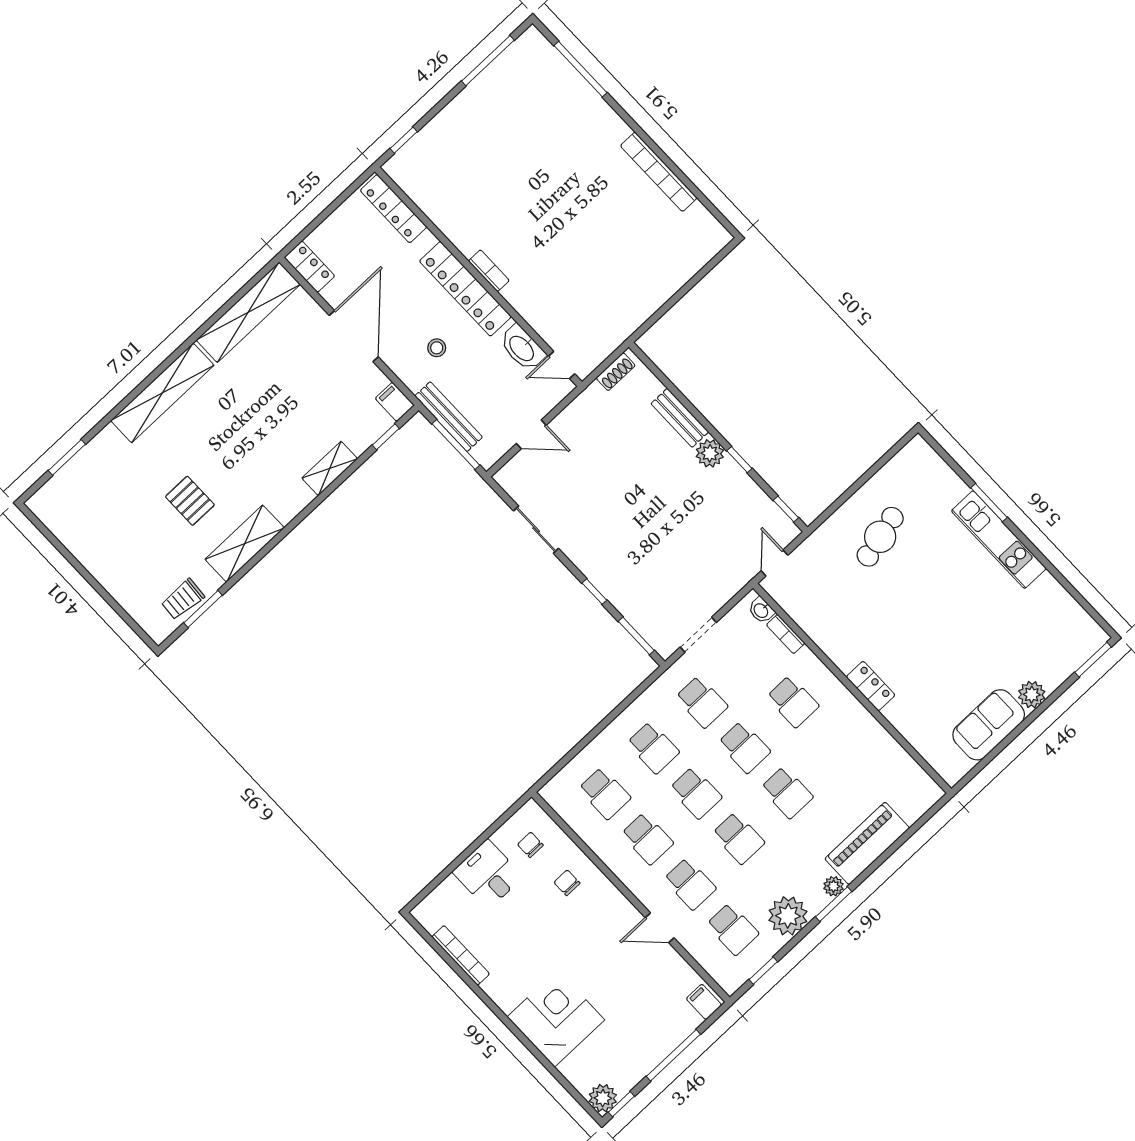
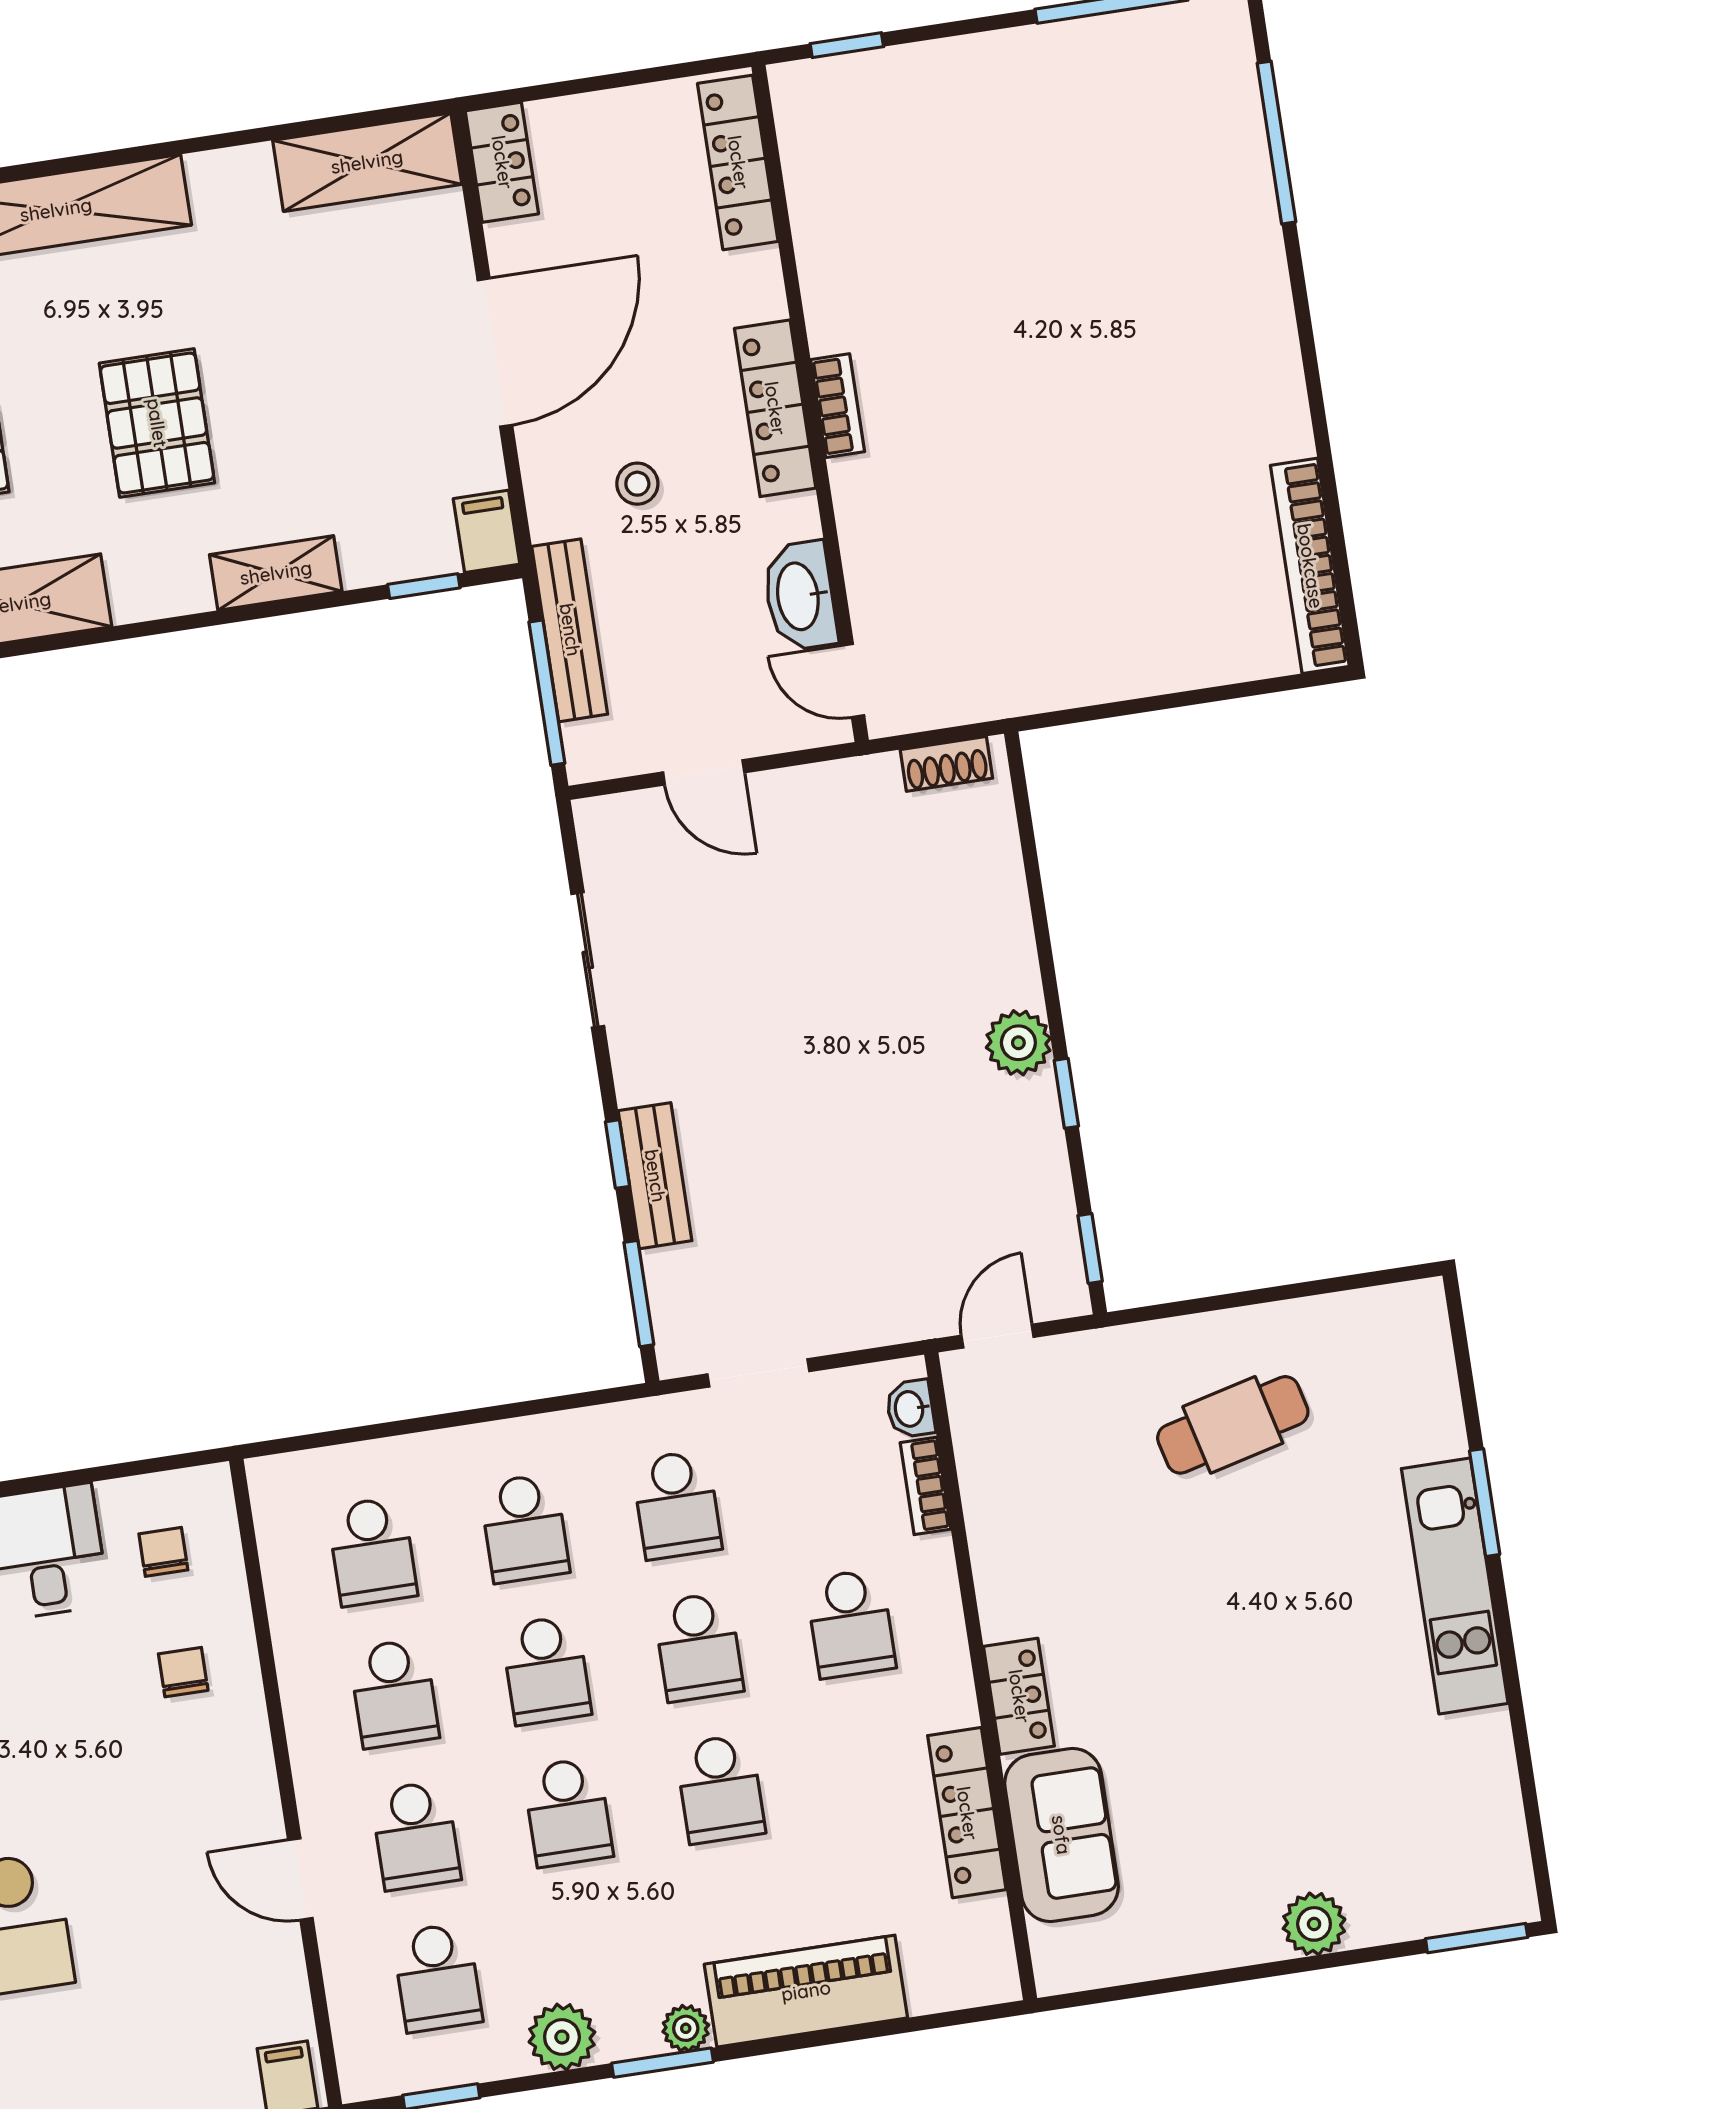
bookcase: (659, 172) -> (1310, 566), moved
locker: (465, 289) -> (775, 408), width x0.71, depth x0.83
shelving: (248, 312) -> (367, 162), width x0.68
bench: (680, 418) -> (655, 1176), moved
pallet: (251, 444) -> (157, 423), added
sofa: (989, 725) -> (1061, 1835), moved, turned 90
locker: (881, 740) -> (967, 1813), added
plant: (788, 916) -> (562, 2037), width x0.73, depth x0.73

